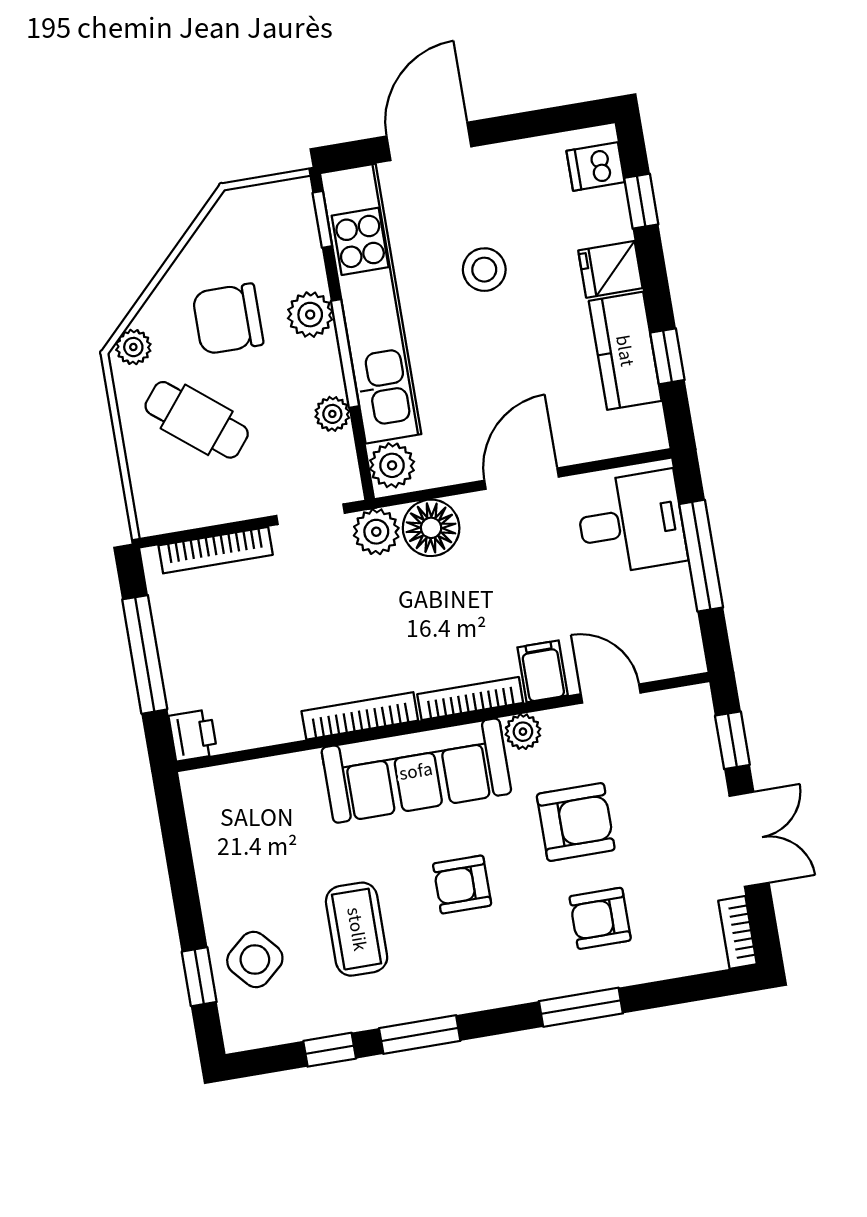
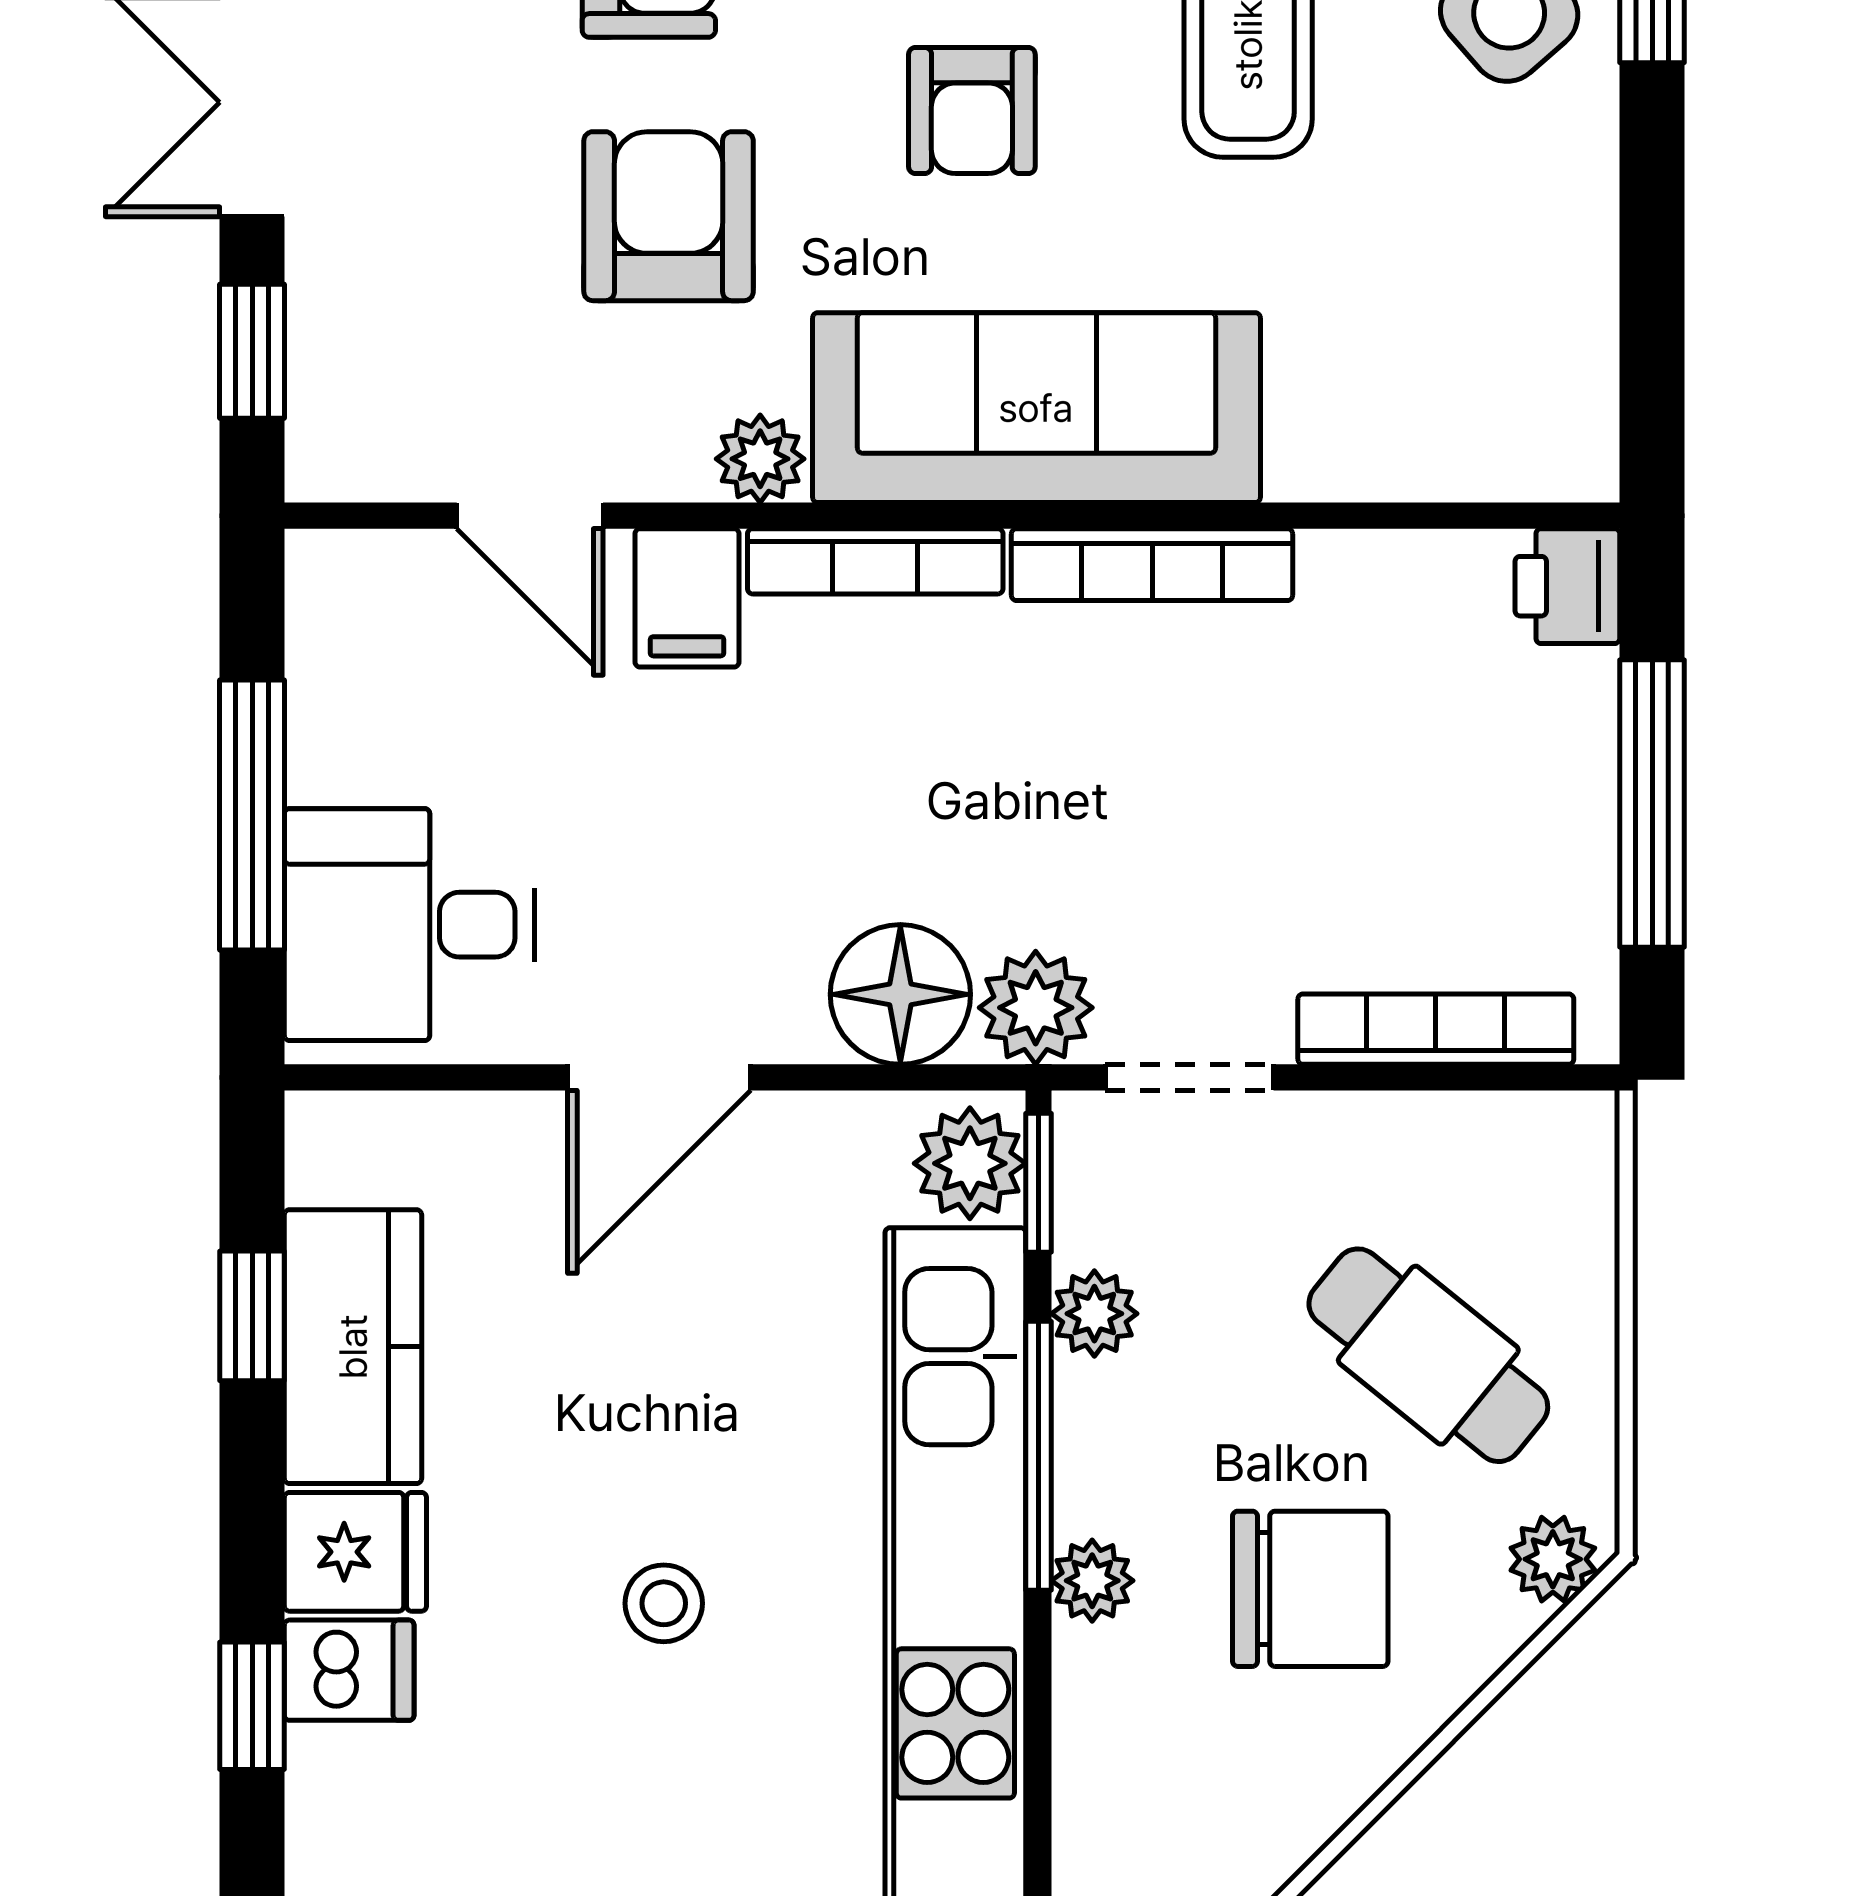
dishwasher: (596, 166) -> (349, 1670), moved
window: (322, 219) -> (1038, 1183), moved
stool: (484, 270) -> (664, 1603), width x0.73, depth x0.73
plant: (310, 315) -> (1092, 1581), width x0.73, depth x0.73
armchair: (576, 822) -> (669, 216), turned 90
armchair: (462, 884) -> (972, 111), turned 90

